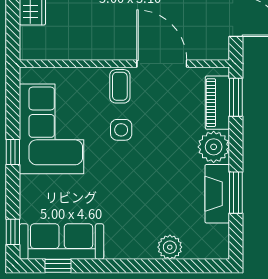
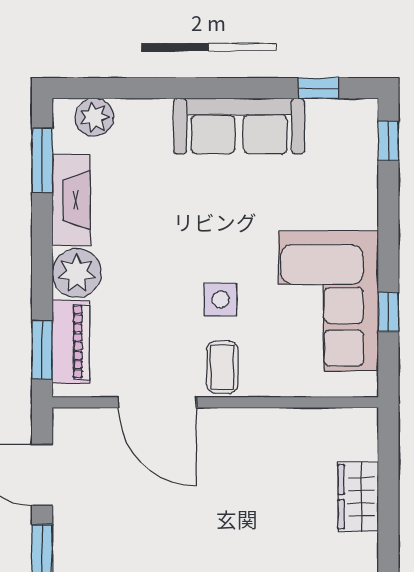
window: (13, 152) -> (388, 312), moved
window: (236, 193) -> (42, 160), moved
sofa: (62, 242) -> (239, 126), moved
plant: (170, 247) -> (94, 117), moved

